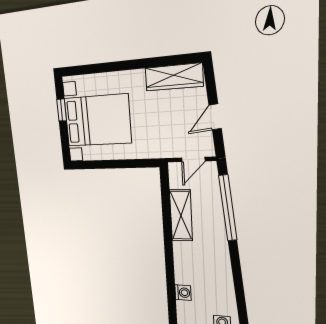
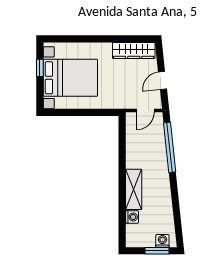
shelving: (181, 215) -> (134, 189), moved

